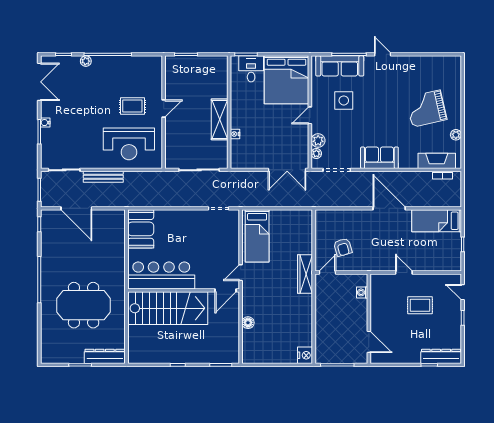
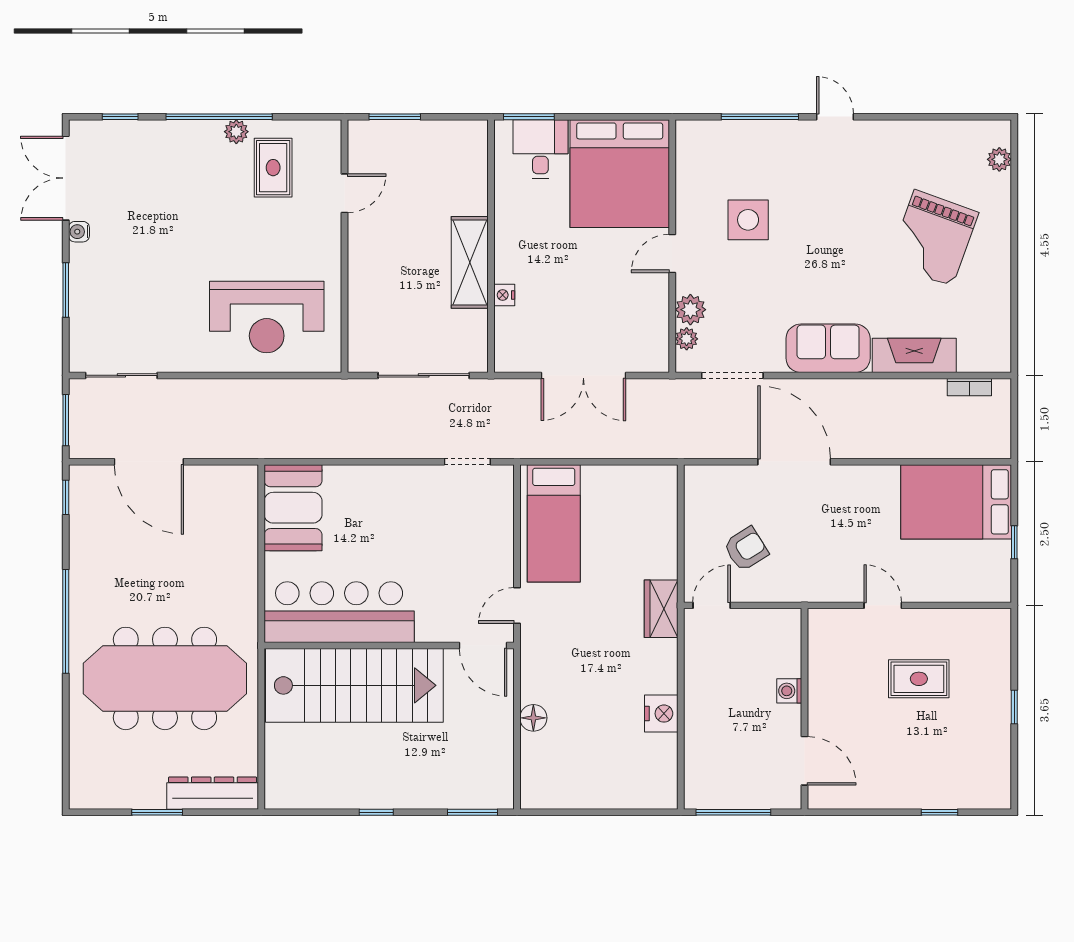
plant: (86, 61) -> (236, 132), moved
sofa: (340, 66) -> (739, 142), removed
double door: (39, 82) -> (66, 178), swing flipped
rug: (132, 106) -> (273, 168), moved, turned 90
door: (164, 109) -> (345, 193), moved
grand piano: (426, 109) -> (933, 238), turned -57
water cooler: (45, 123) -> (79, 232), moved
plant: (456, 135) -> (999, 159), moved
fireplace: (437, 161) -> (914, 355), moved
double door: (287, 170) -> (583, 375), moved
bench: (103, 177) -> (209, 391), removed
door: (389, 208) -> (794, 462), moved
bed: (437, 221) -> (956, 502), width x1.50
armchair: (343, 247) -> (746, 549), turned -106
wardrobe: (305, 274) -> (661, 609), width x0.67
door: (225, 290) -> (483, 646), hinge flipped
washing machine: (362, 292) -> (789, 691), moved
door: (463, 292) -> (1014, 649), removed
meeting table: (84, 305) -> (165, 678), width x1.36
nightstand: (305, 355) -> (661, 714), moved
dresser: (441, 356) -> (966, 793), removed

